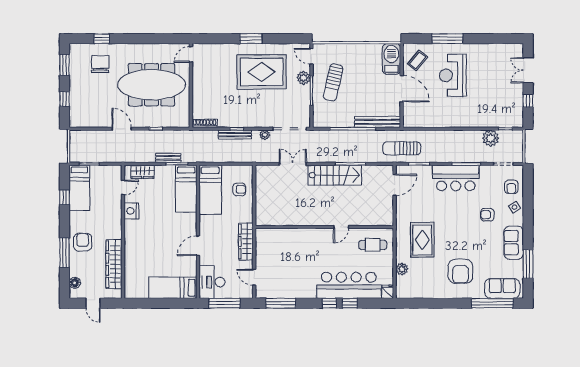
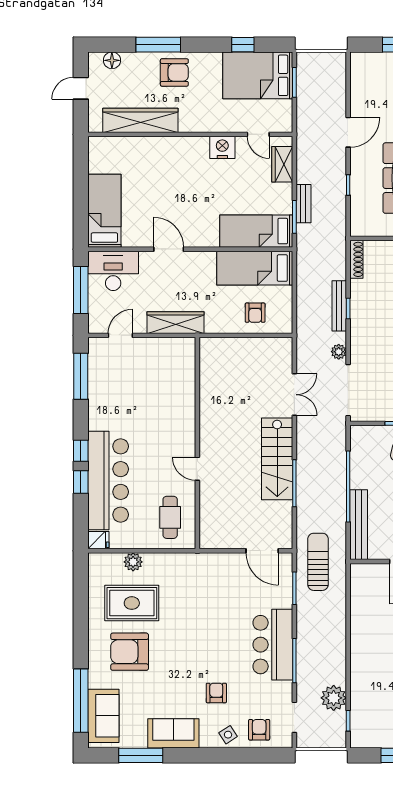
armchair: (511, 187) -> (259, 730), turned 90
bed: (79, 188) -> (258, 75), width x1.50
rug: (422, 240) -> (132, 603), moved

